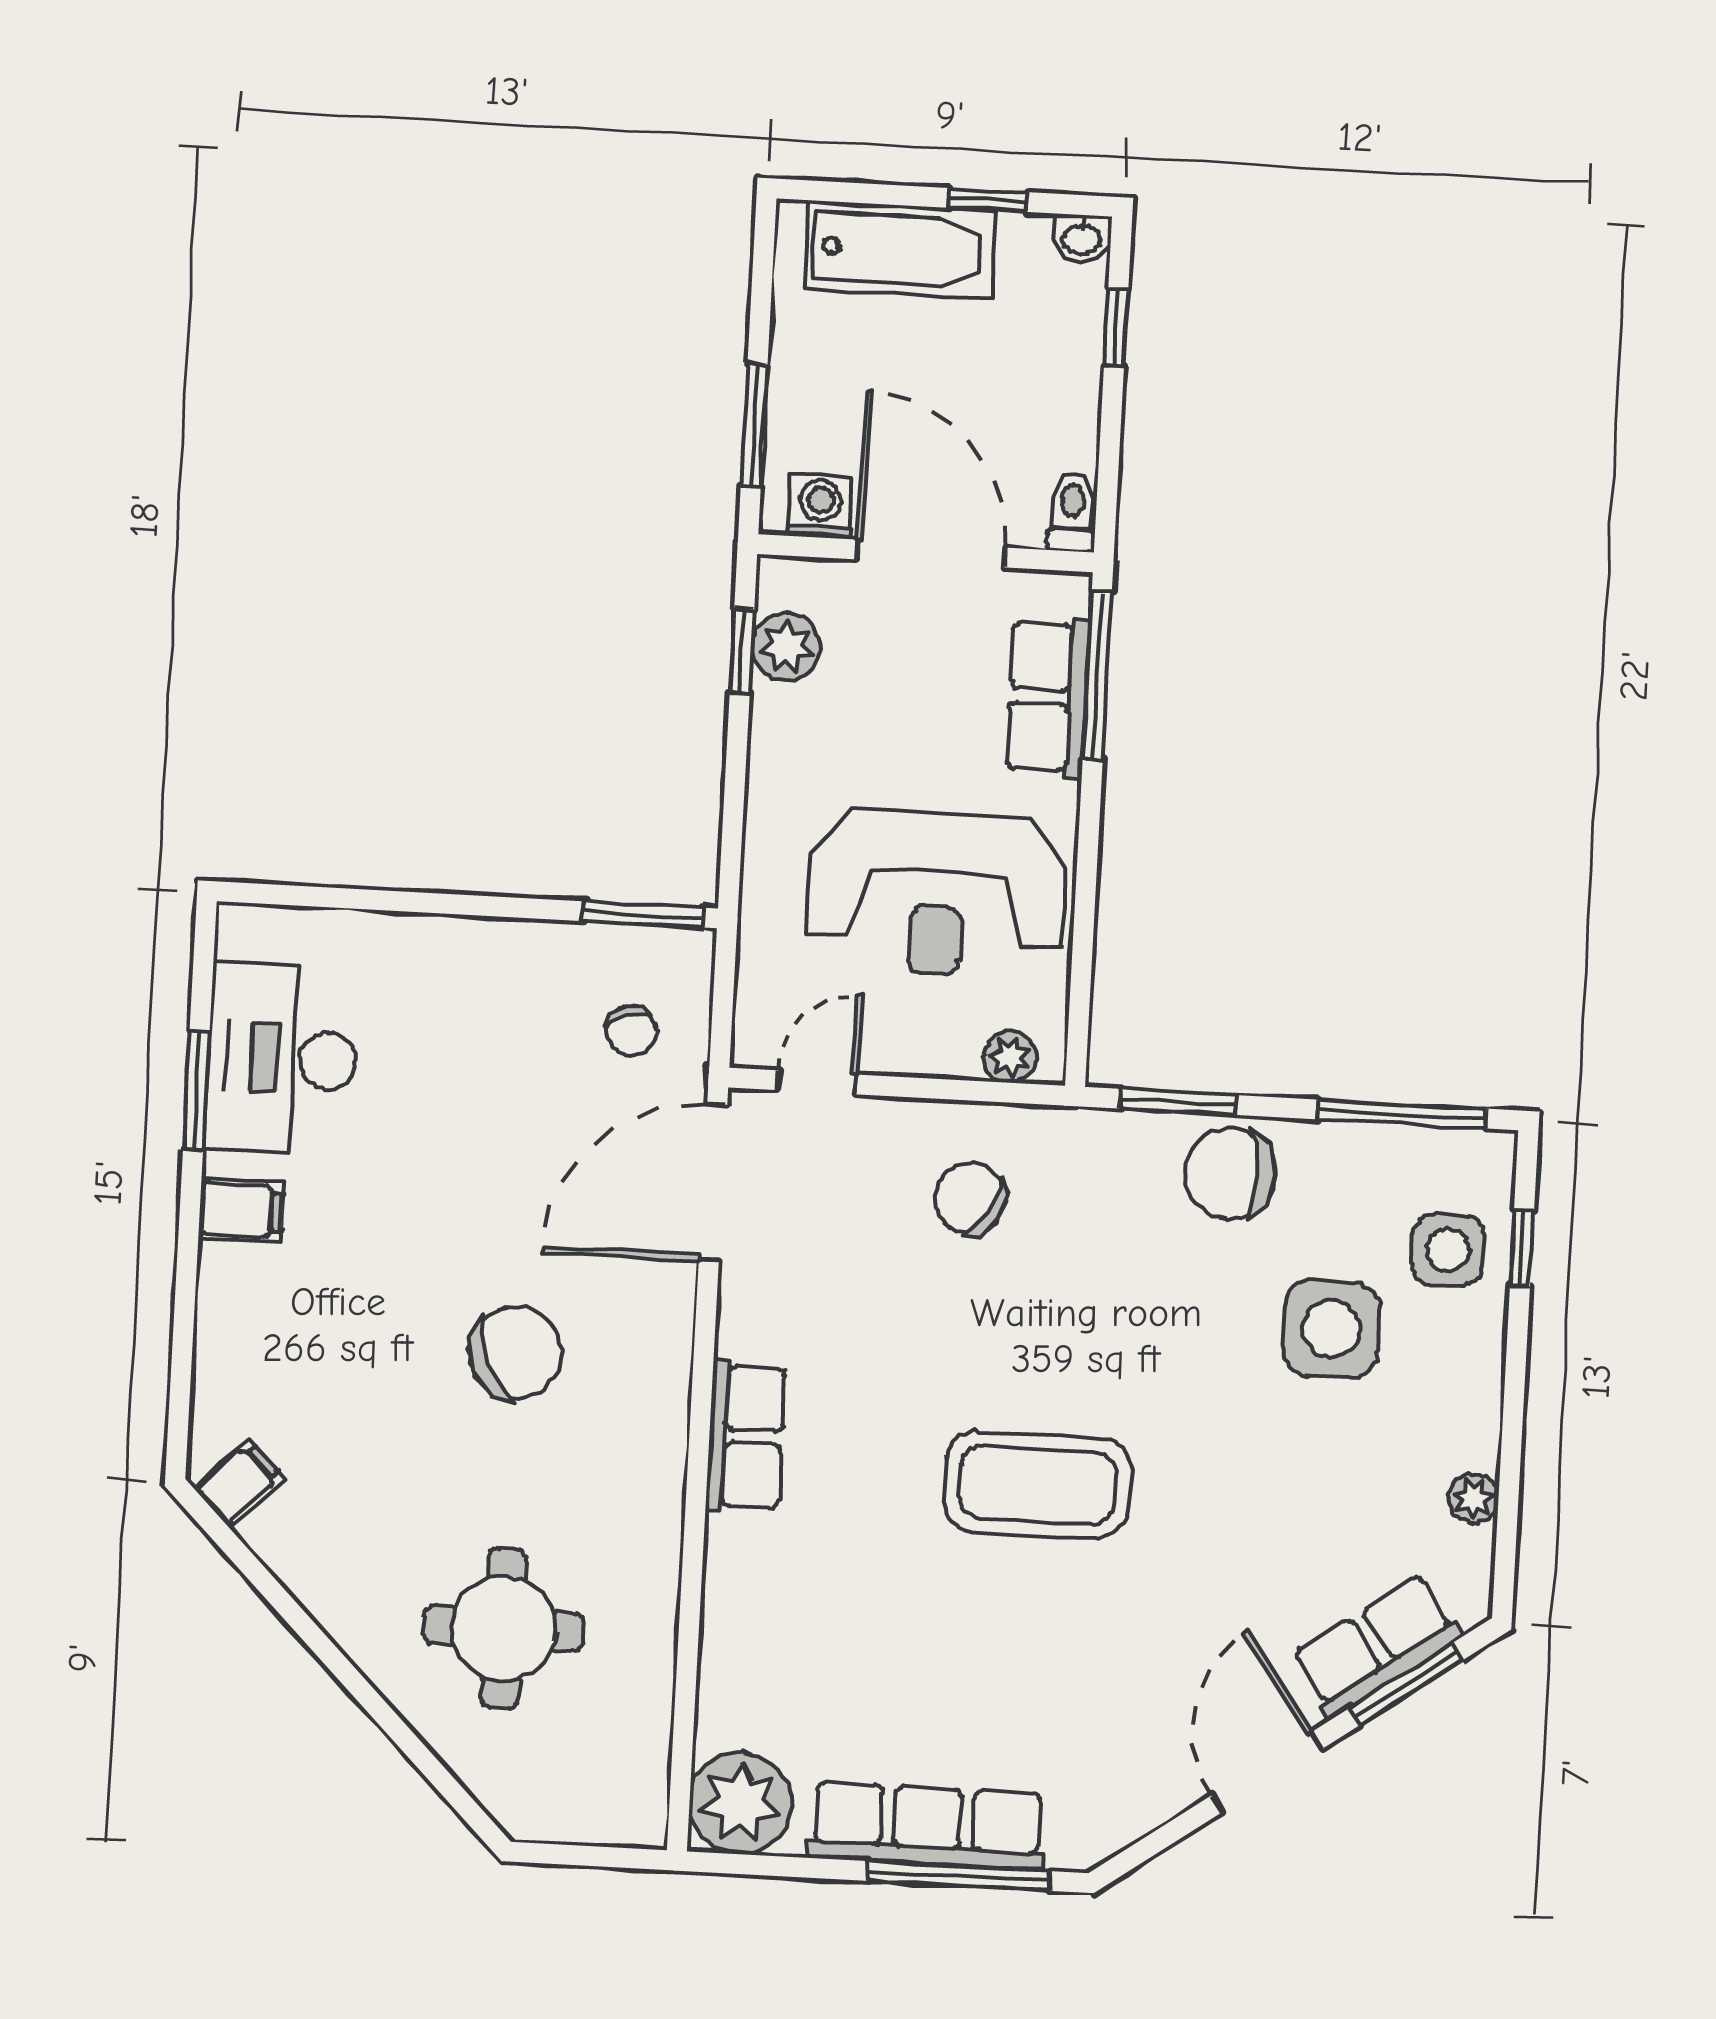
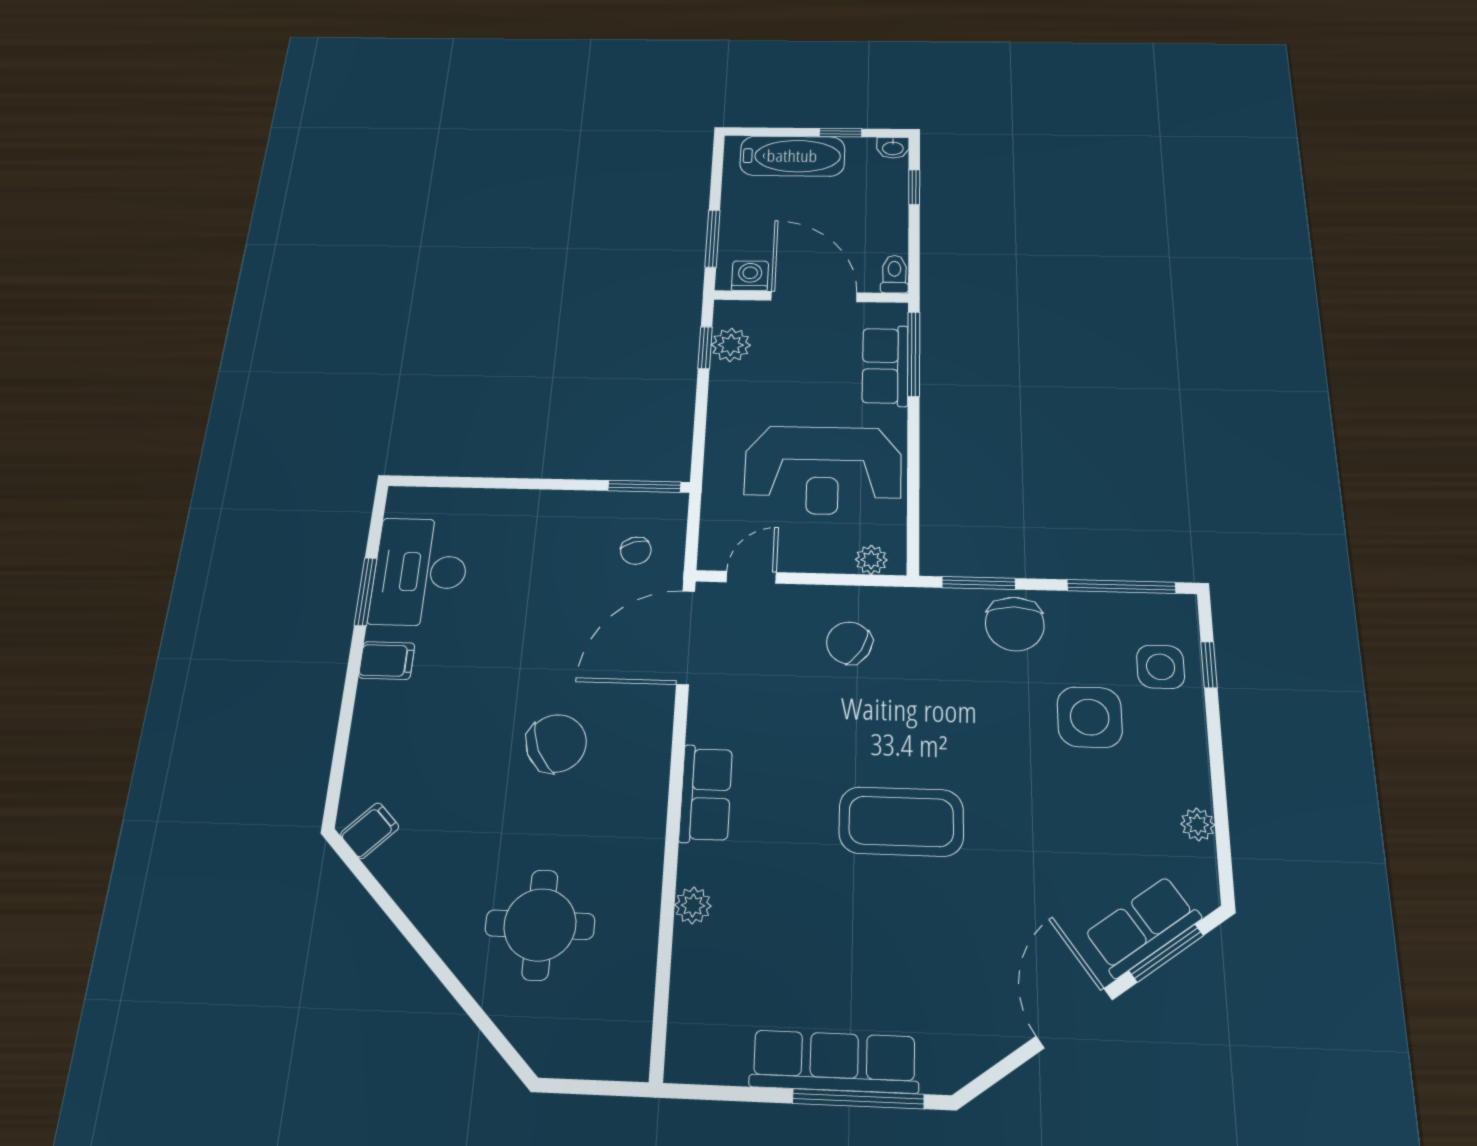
chair: (1230, 1173) -> (1015, 624), turned -90
plant: (740, 1803) -> (693, 905), moved, width x0.53, depth x0.53

